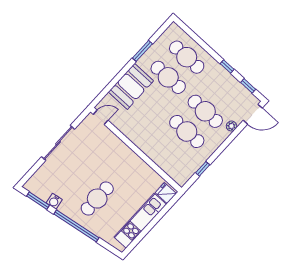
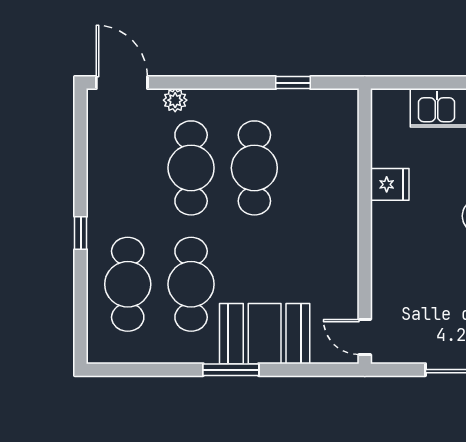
window: (142, 51) -> (231, 370), moved
window: (227, 67) -> (81, 233), moved
window: (248, 86) -> (81, 135), removed
fridge: (166, 193) -> (390, 184), moved, turned -90

